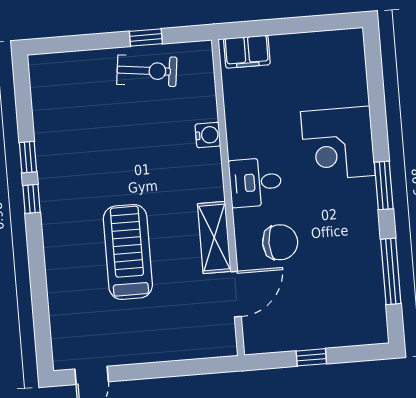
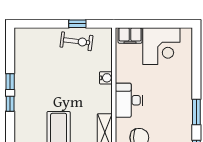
corner desk: (338, 143) -> (161, 46), moved, turned -90
desk: (255, 182) -> (129, 100), width x1.37

